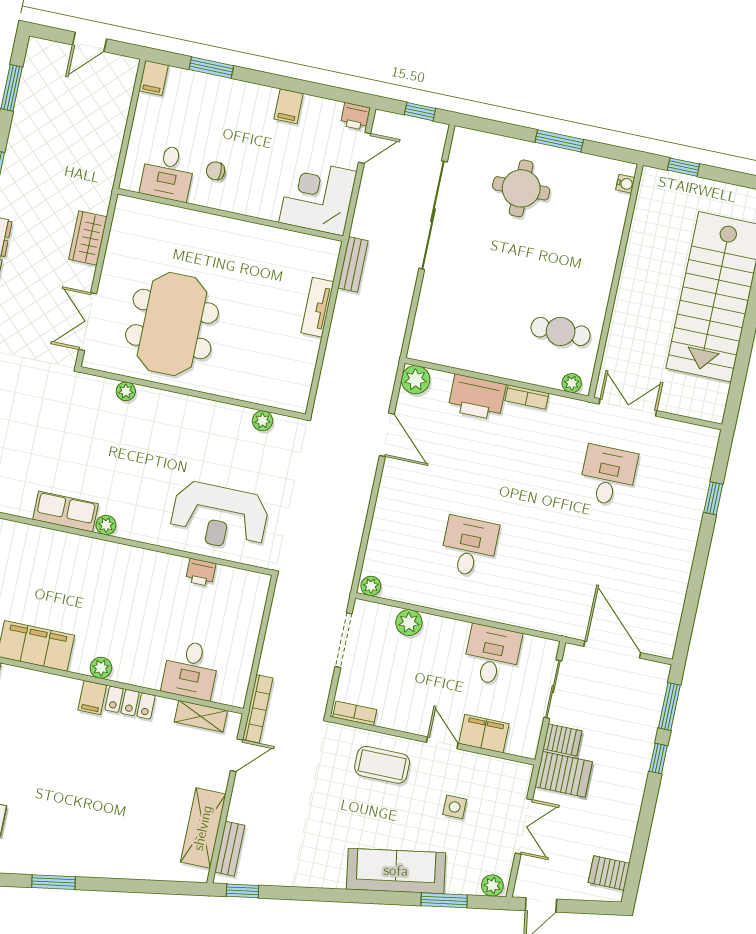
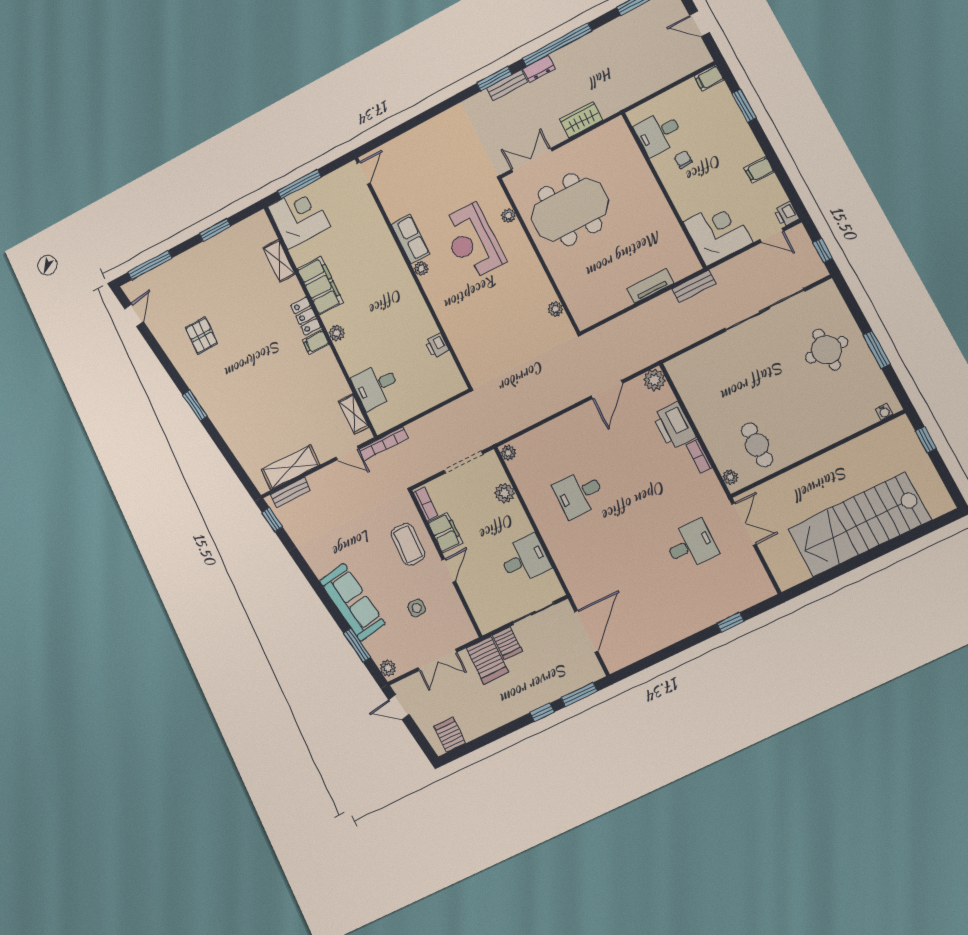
reception desk: (219, 516) -> (472, 242), moved
desk: (469, 547) -> (579, 493), turned 180
locker: (130, 703) -> (306, 316), moved
filing cabinet: (484, 734) -> (445, 532), moved

